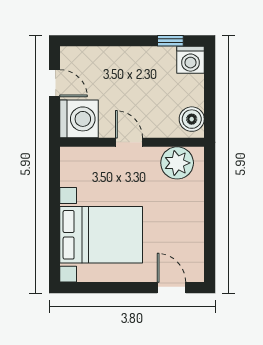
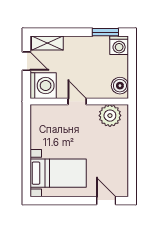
window: (170, 41) -> (105, 32), width x1.50
shelving: (85, 57) -> (47, 43), added
bed with nightstands: (101, 235) -> (58, 173), width x0.73

